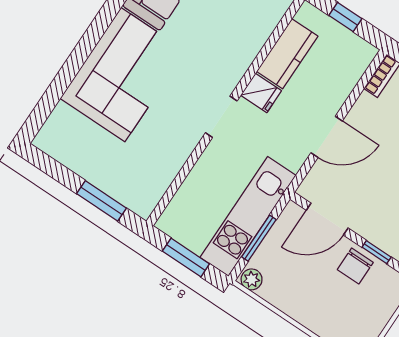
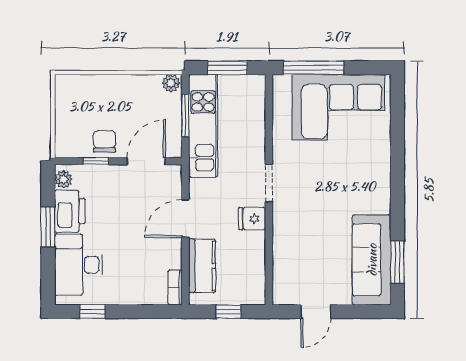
kitchen counter: (287, 54) -> (202, 266), moved, turned 180
corner sofa: (123, 75) -> (338, 107), moved, turned -90
window: (102, 201) -> (313, 68), width x1.44

